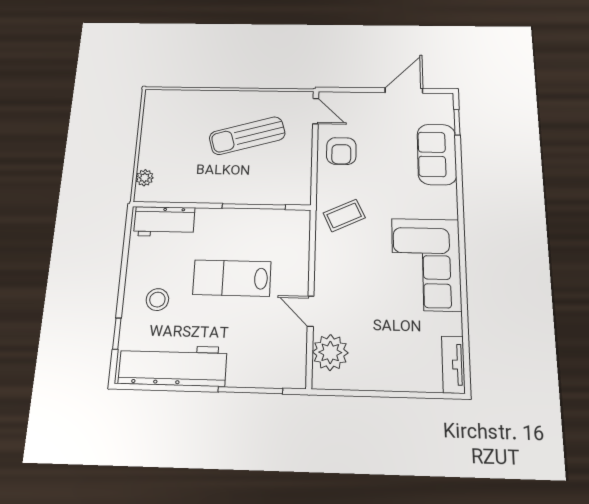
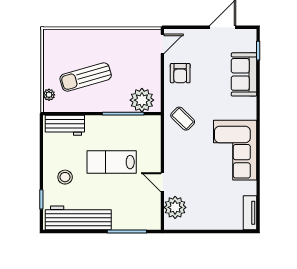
door: (316, 111) -> (162, 44), hinge flipped
sun lounger: (247, 136) -> (86, 77), moved
plant: (283, 188) -> (142, 100), added
coffee table: (344, 215) -> (183, 119), turned 69

